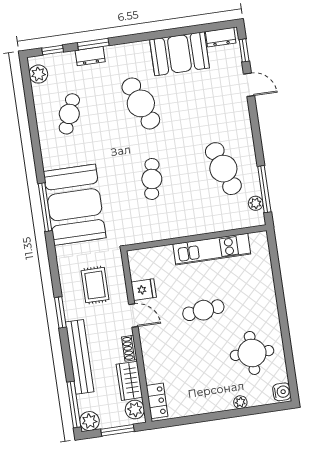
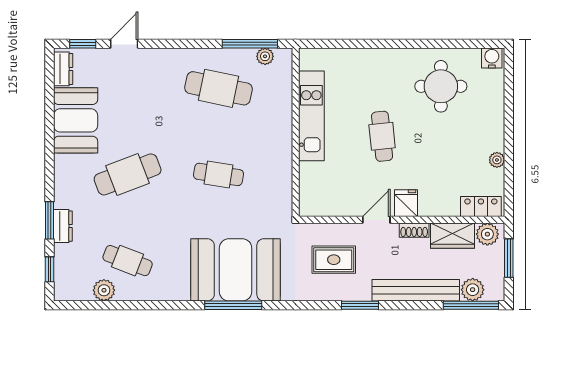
plant: (38, 74) -> (104, 290), moved
cafe table: (223, 169) -> (218, 88), turned 30
fridge: (144, 290) -> (406, 203), moved
plant: (240, 402) -> (497, 160), moved
plant: (89, 421) -> (473, 290), moved

